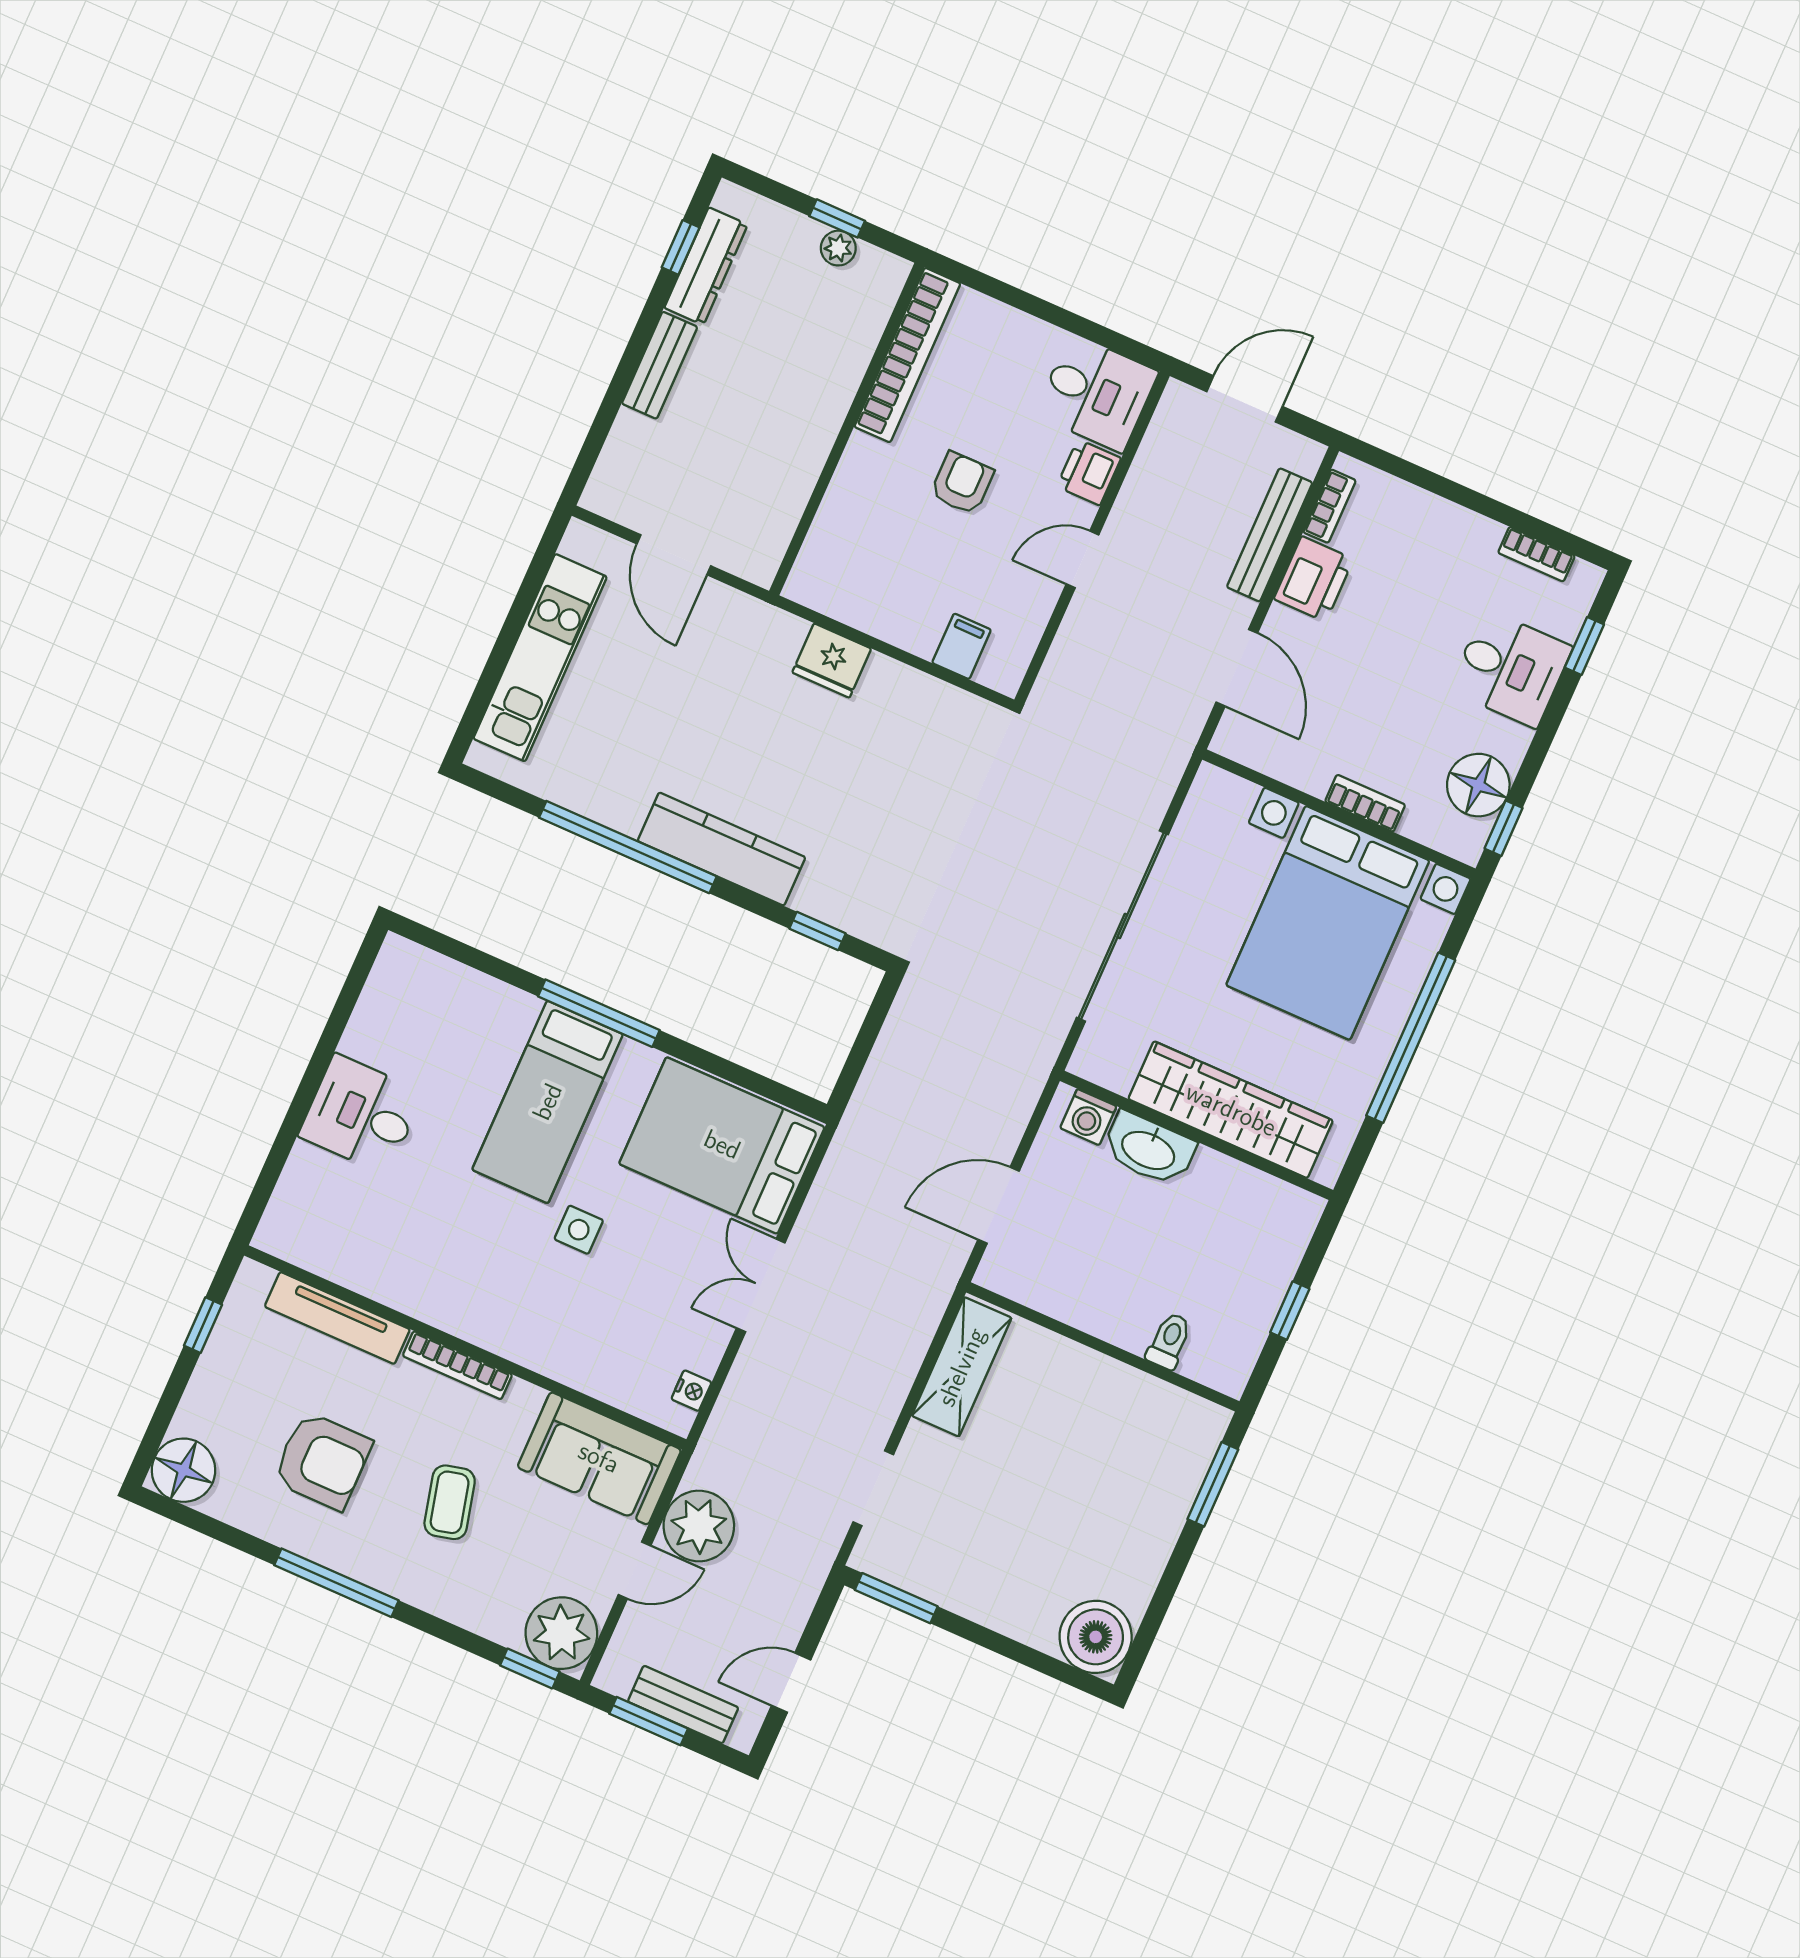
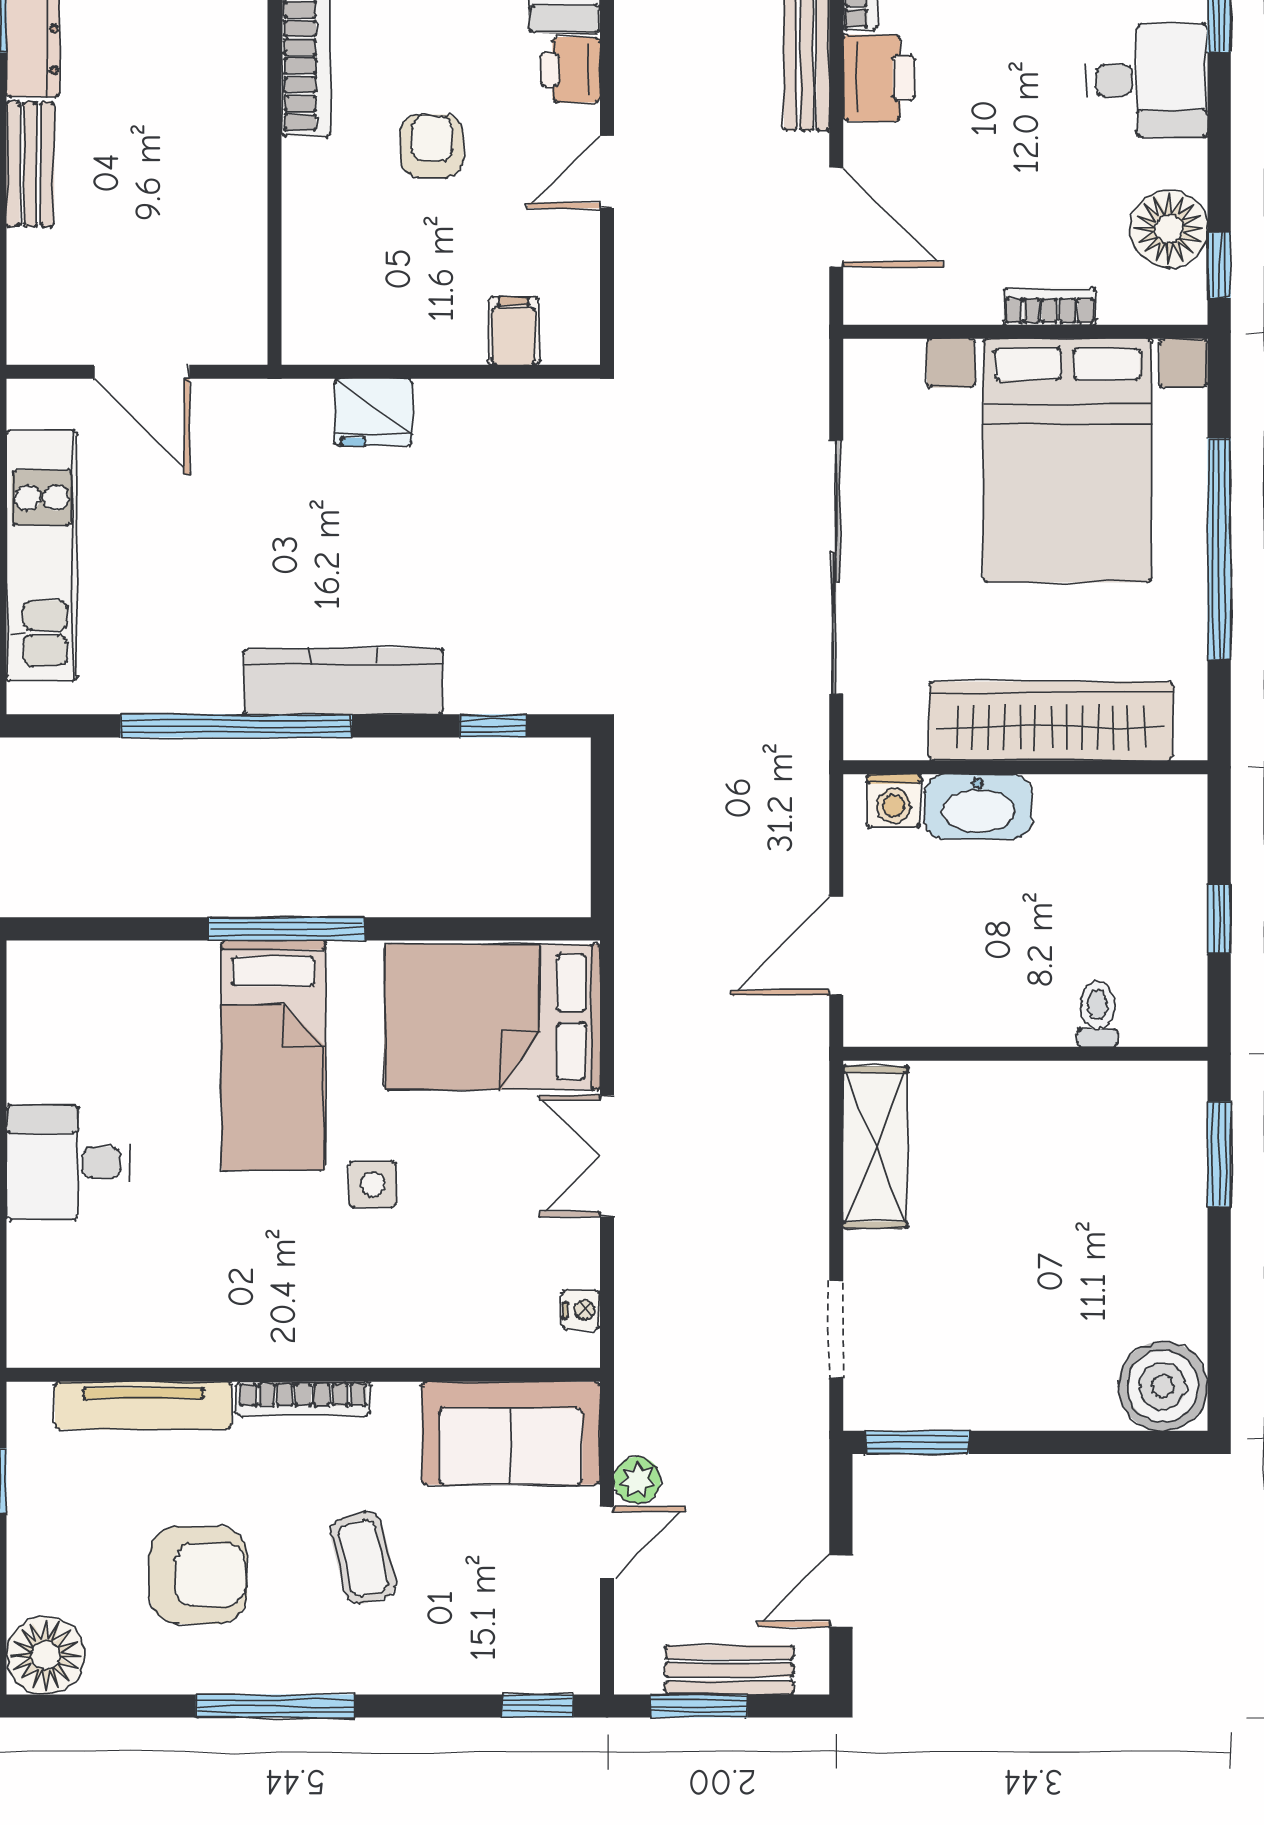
plant: (699, 1526) -> (637, 1480), width x0.53, depth x0.53
plant: (561, 1633) -> (556, 1650), removed

